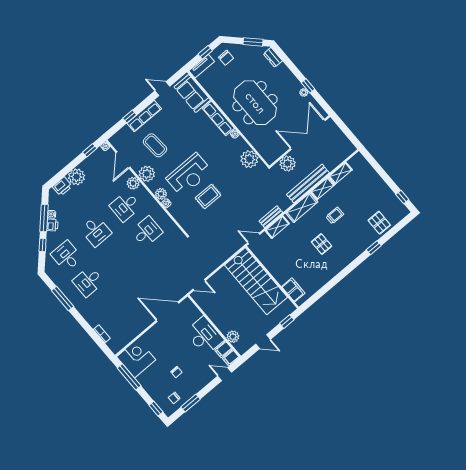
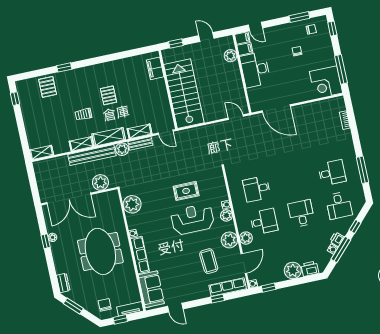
row of seats: (144, 116) -> (228, 287), moved
shelving: (340, 173) -> (41, 153), moved
plant: (284, 203) -> (122, 149), added

